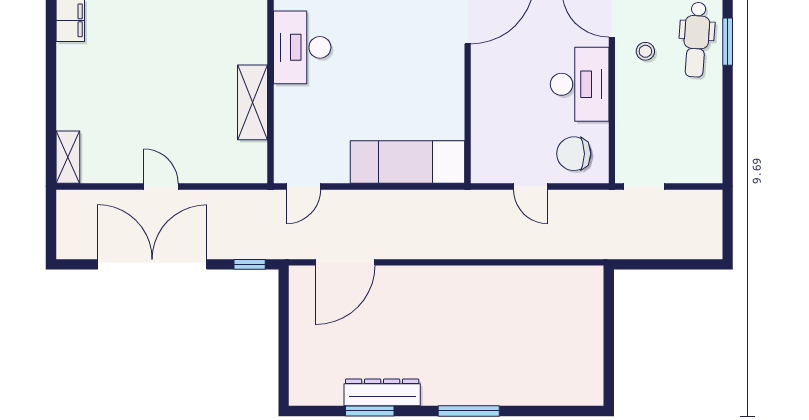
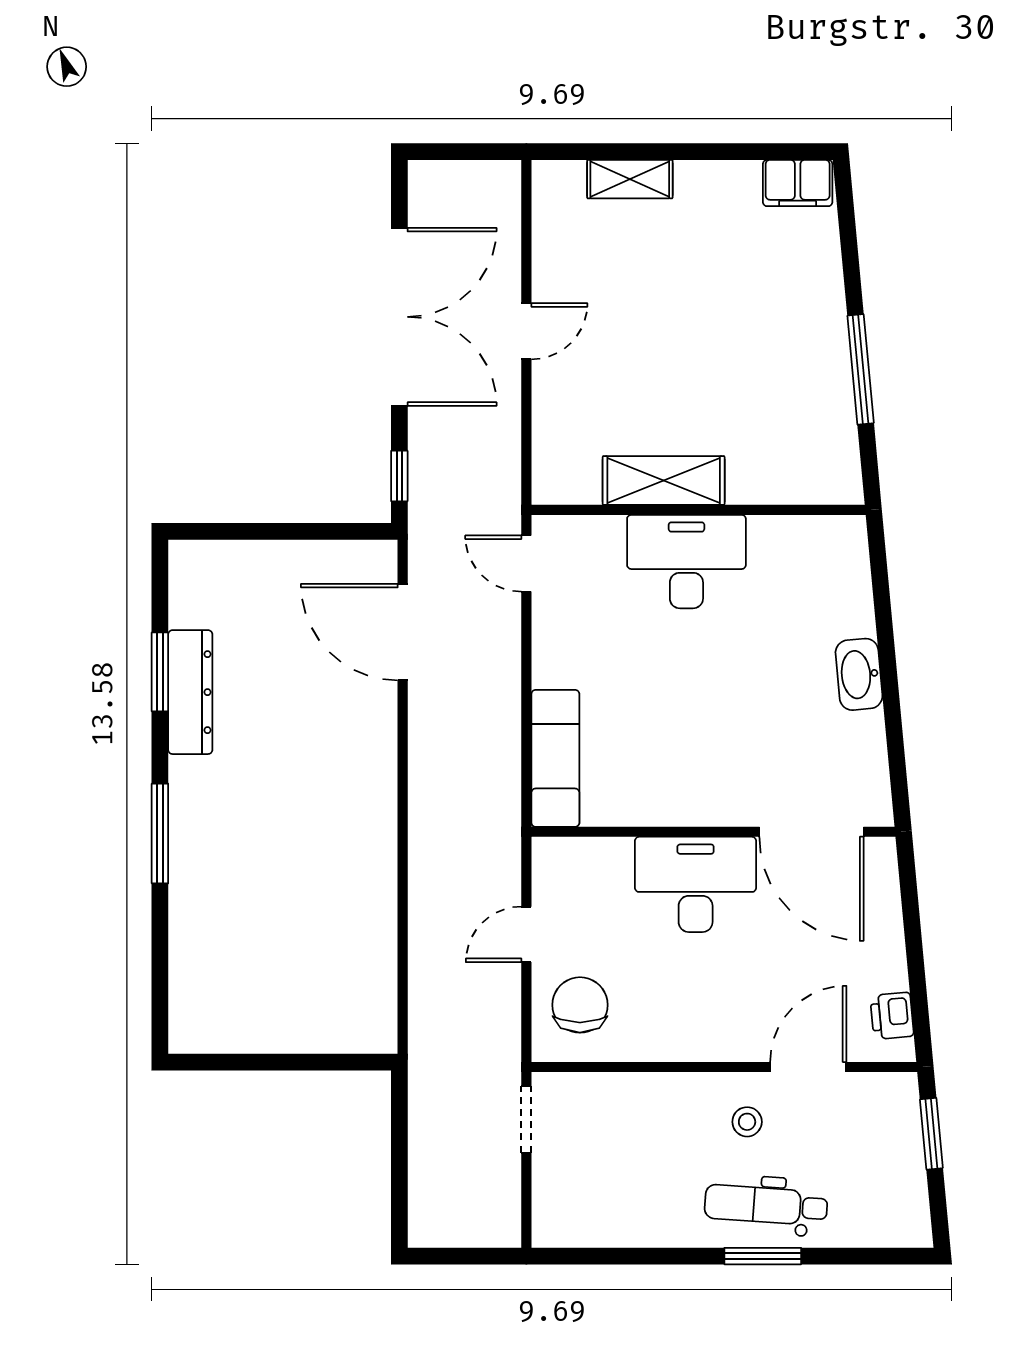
desk: (302, 47) -> (686, 562), moved
desk: (580, 84) -> (696, 884), moved, turned 180
shelving: (68, 157) -> (630, 179), moved
exam couch: (407, 162) -> (555, 758), width x0.73, depth x0.69

